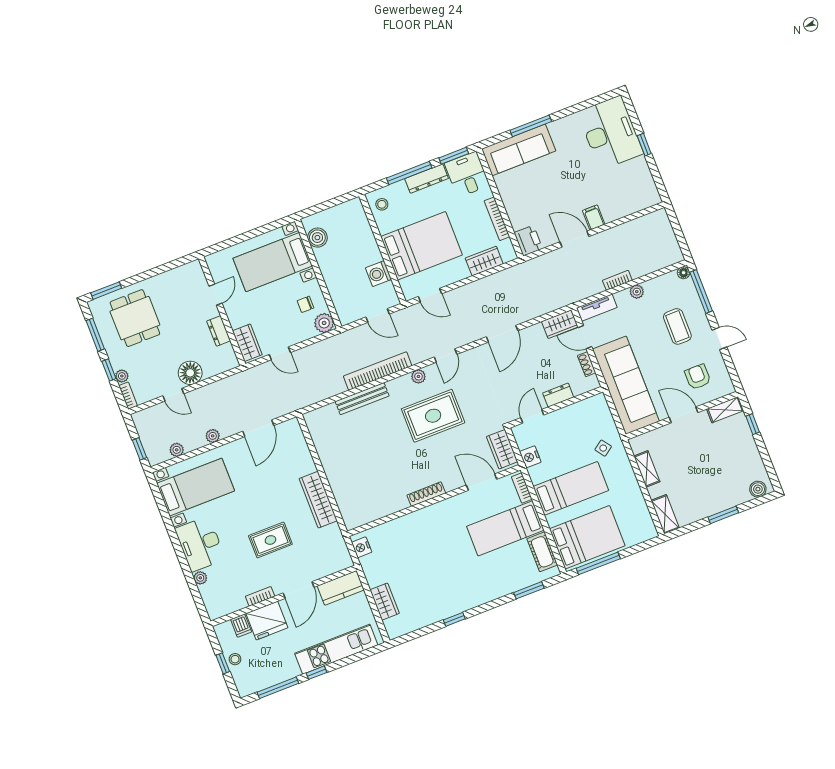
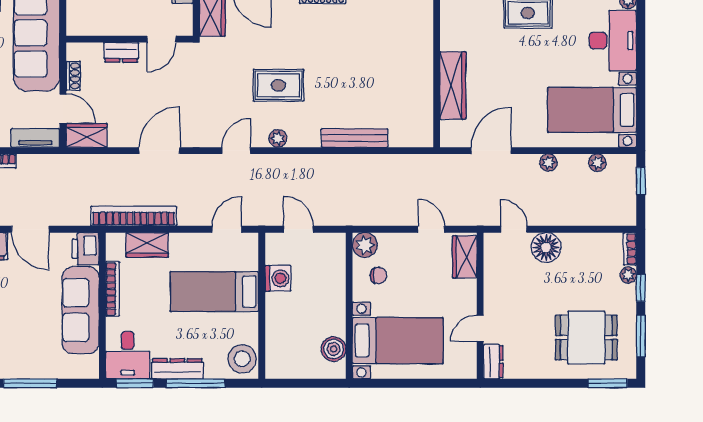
sofa: (519, 150) -> (81, 310), moved, turned -90
stool: (382, 204) -> (242, 359), width x1.89, depth x1.89
bed: (421, 246) -> (214, 292), width x0.67
door: (430, 295) -> (227, 229), hinge flipped
dining table: (135, 318) -> (586, 338), turned 90
dresser: (219, 331) -> (493, 362), moved
bookcase: (378, 371) -> (134, 216), moved, turned 180
door: (173, 395) -> (514, 229), moved
rug: (433, 416) -> (278, 85), width x0.73, depth x0.70
wardrobe: (318, 500) -> (453, 85), moved

